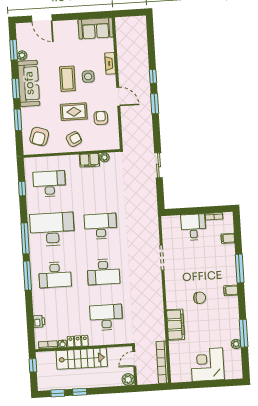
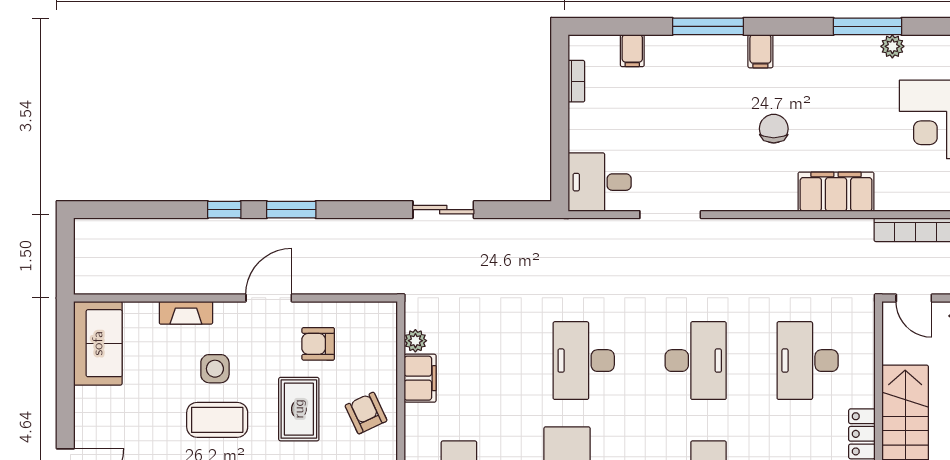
desk: (193, 227) -> (600, 182), moved

